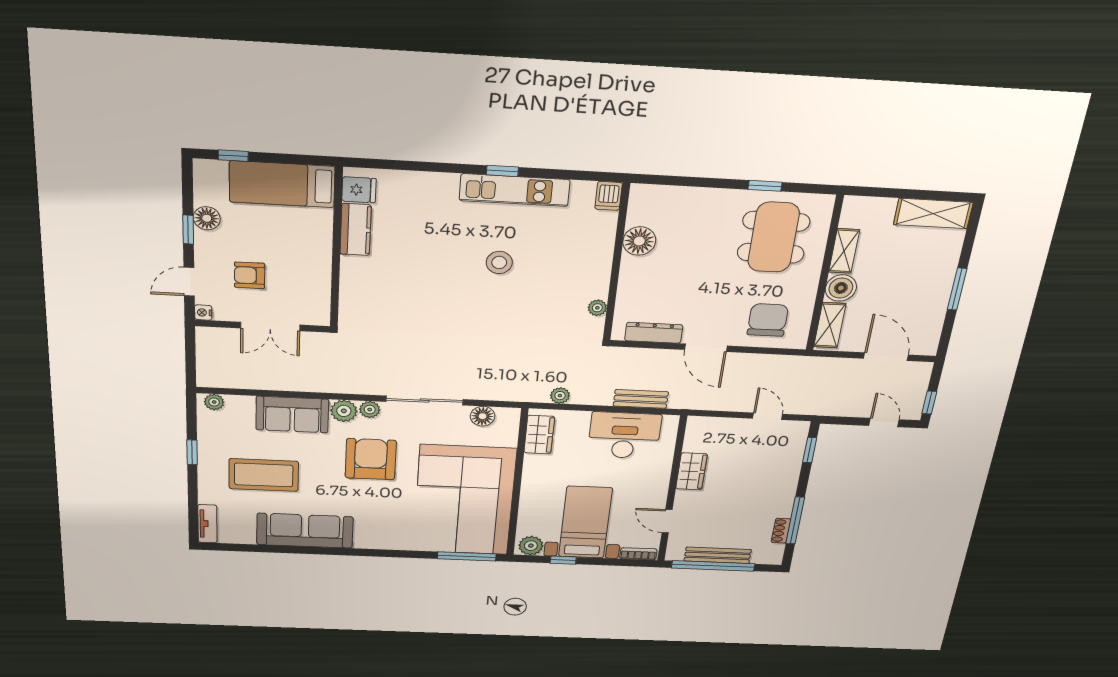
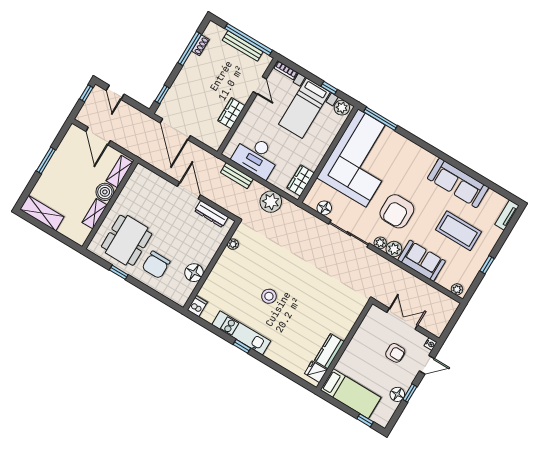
chair: (768, 320) -> (156, 265), moved
plant: (560, 396) -> (271, 202), width x1.87, depth x1.87
door: (768, 416) -> (175, 129), width x1.87

